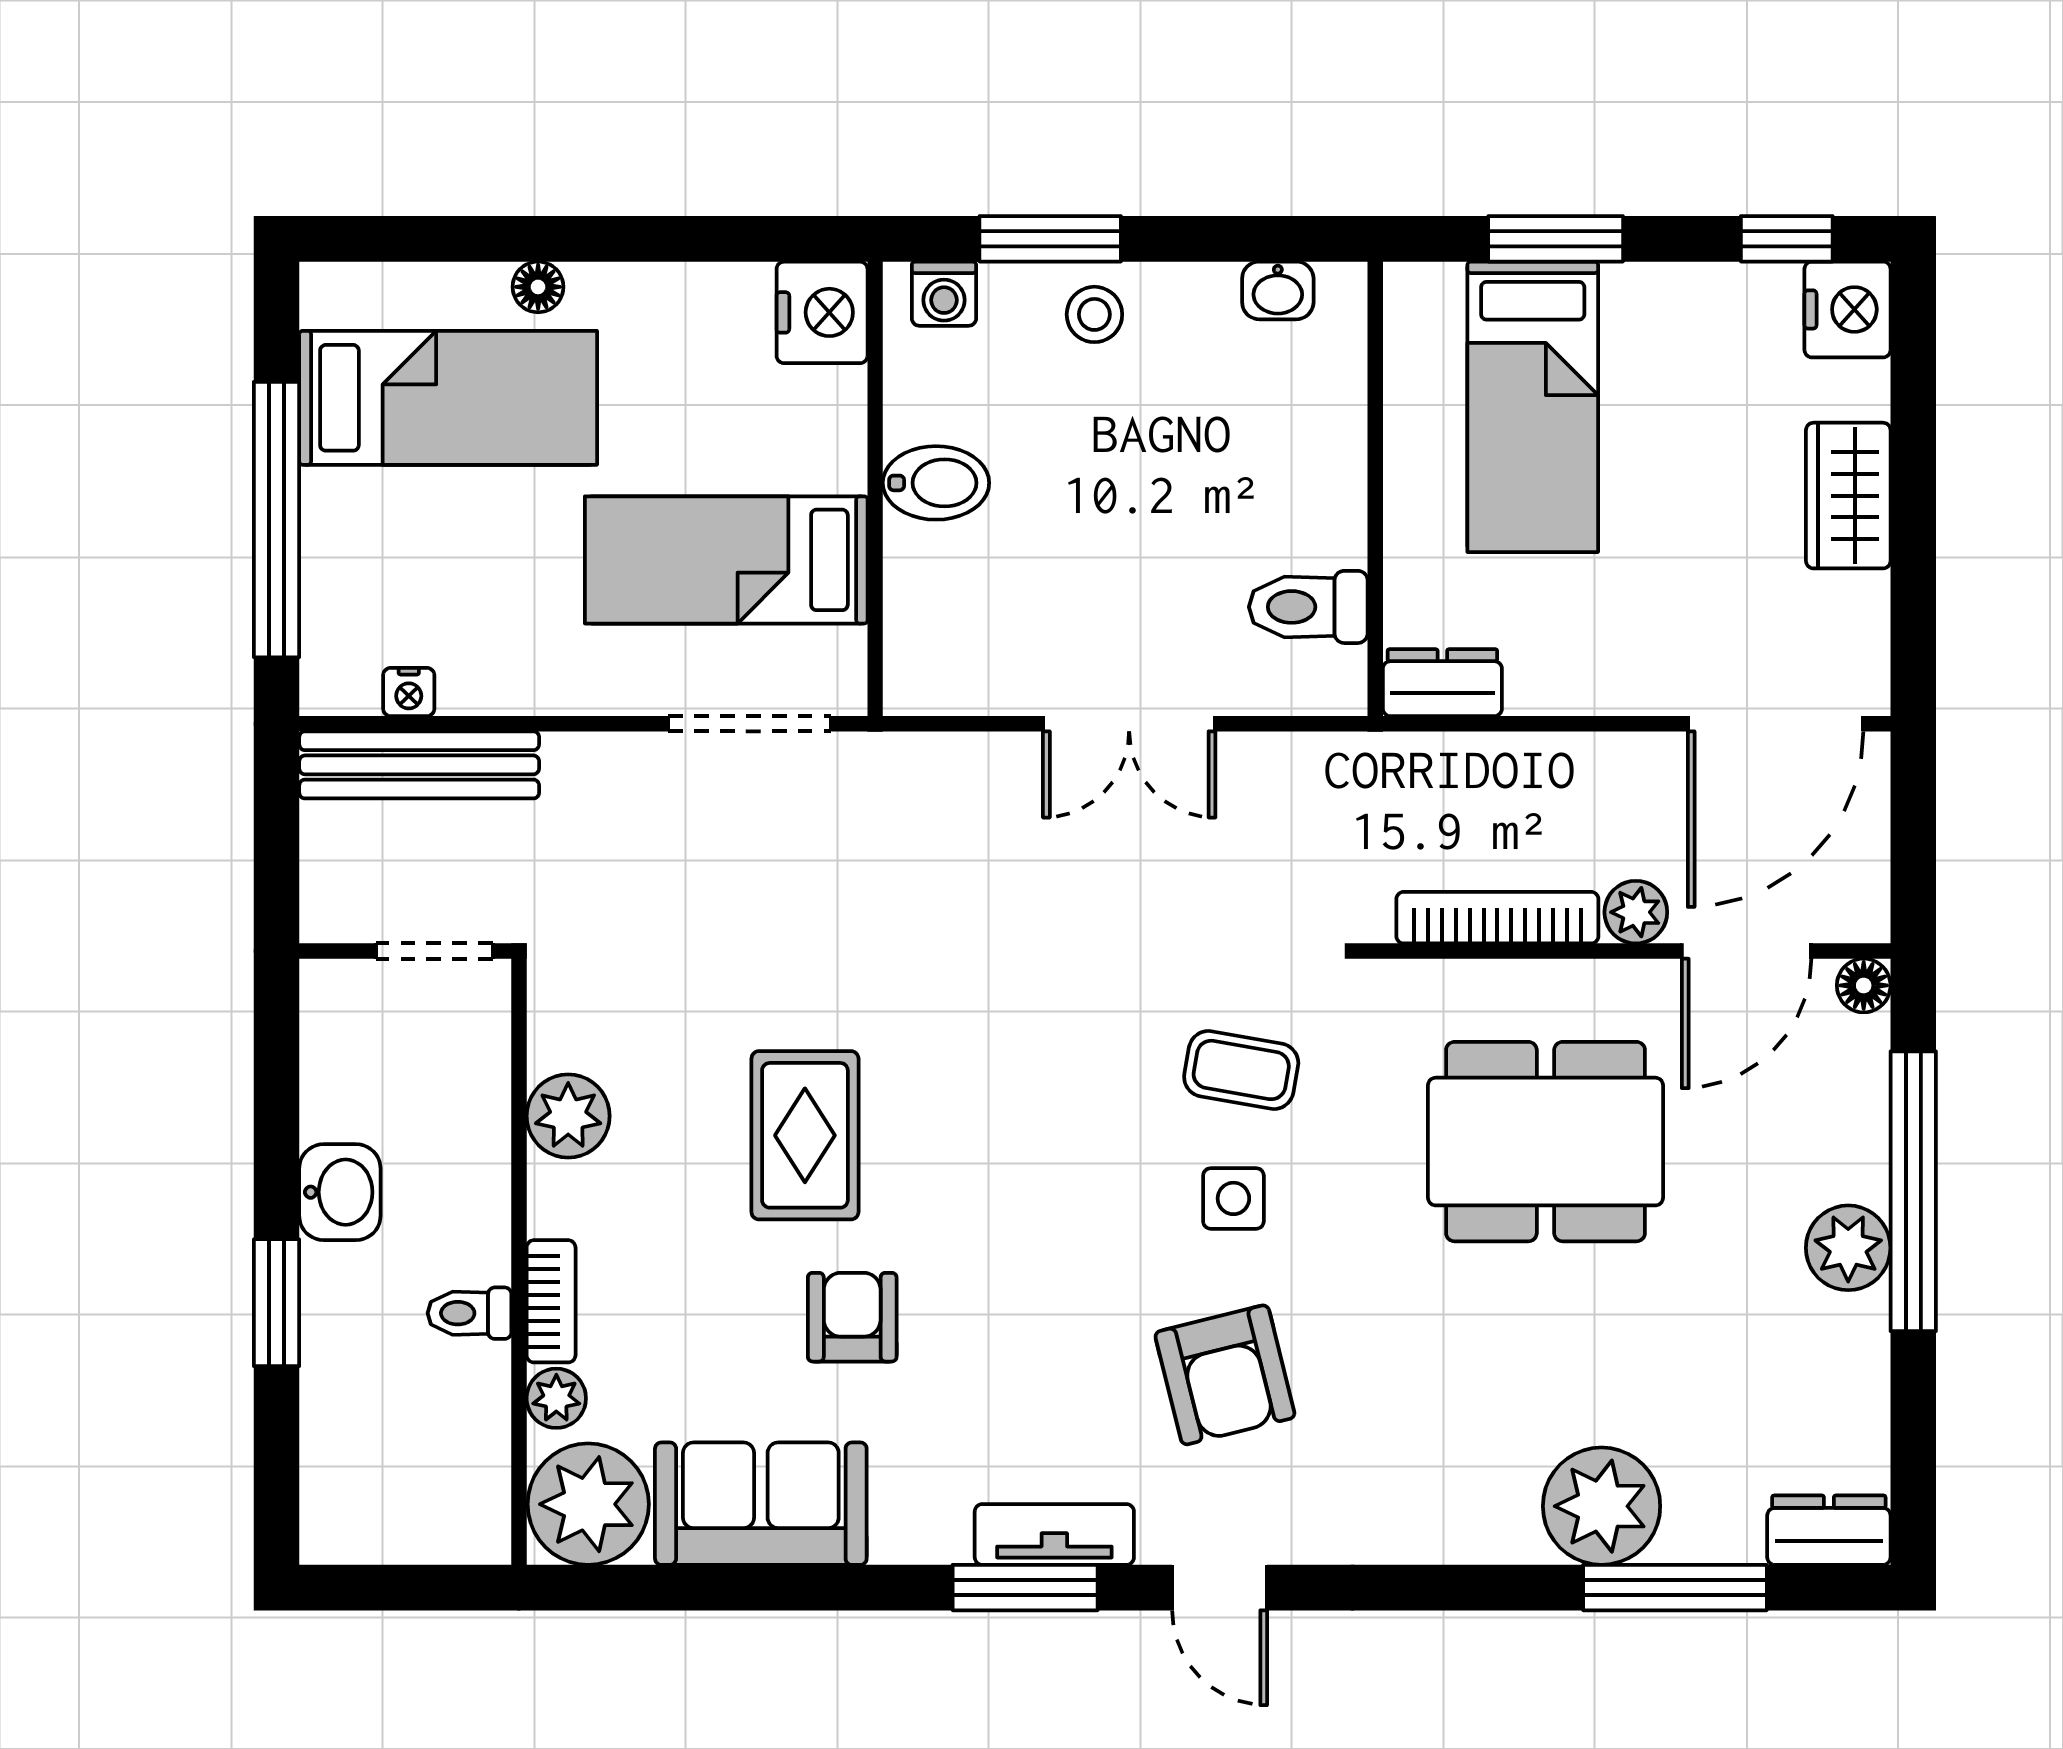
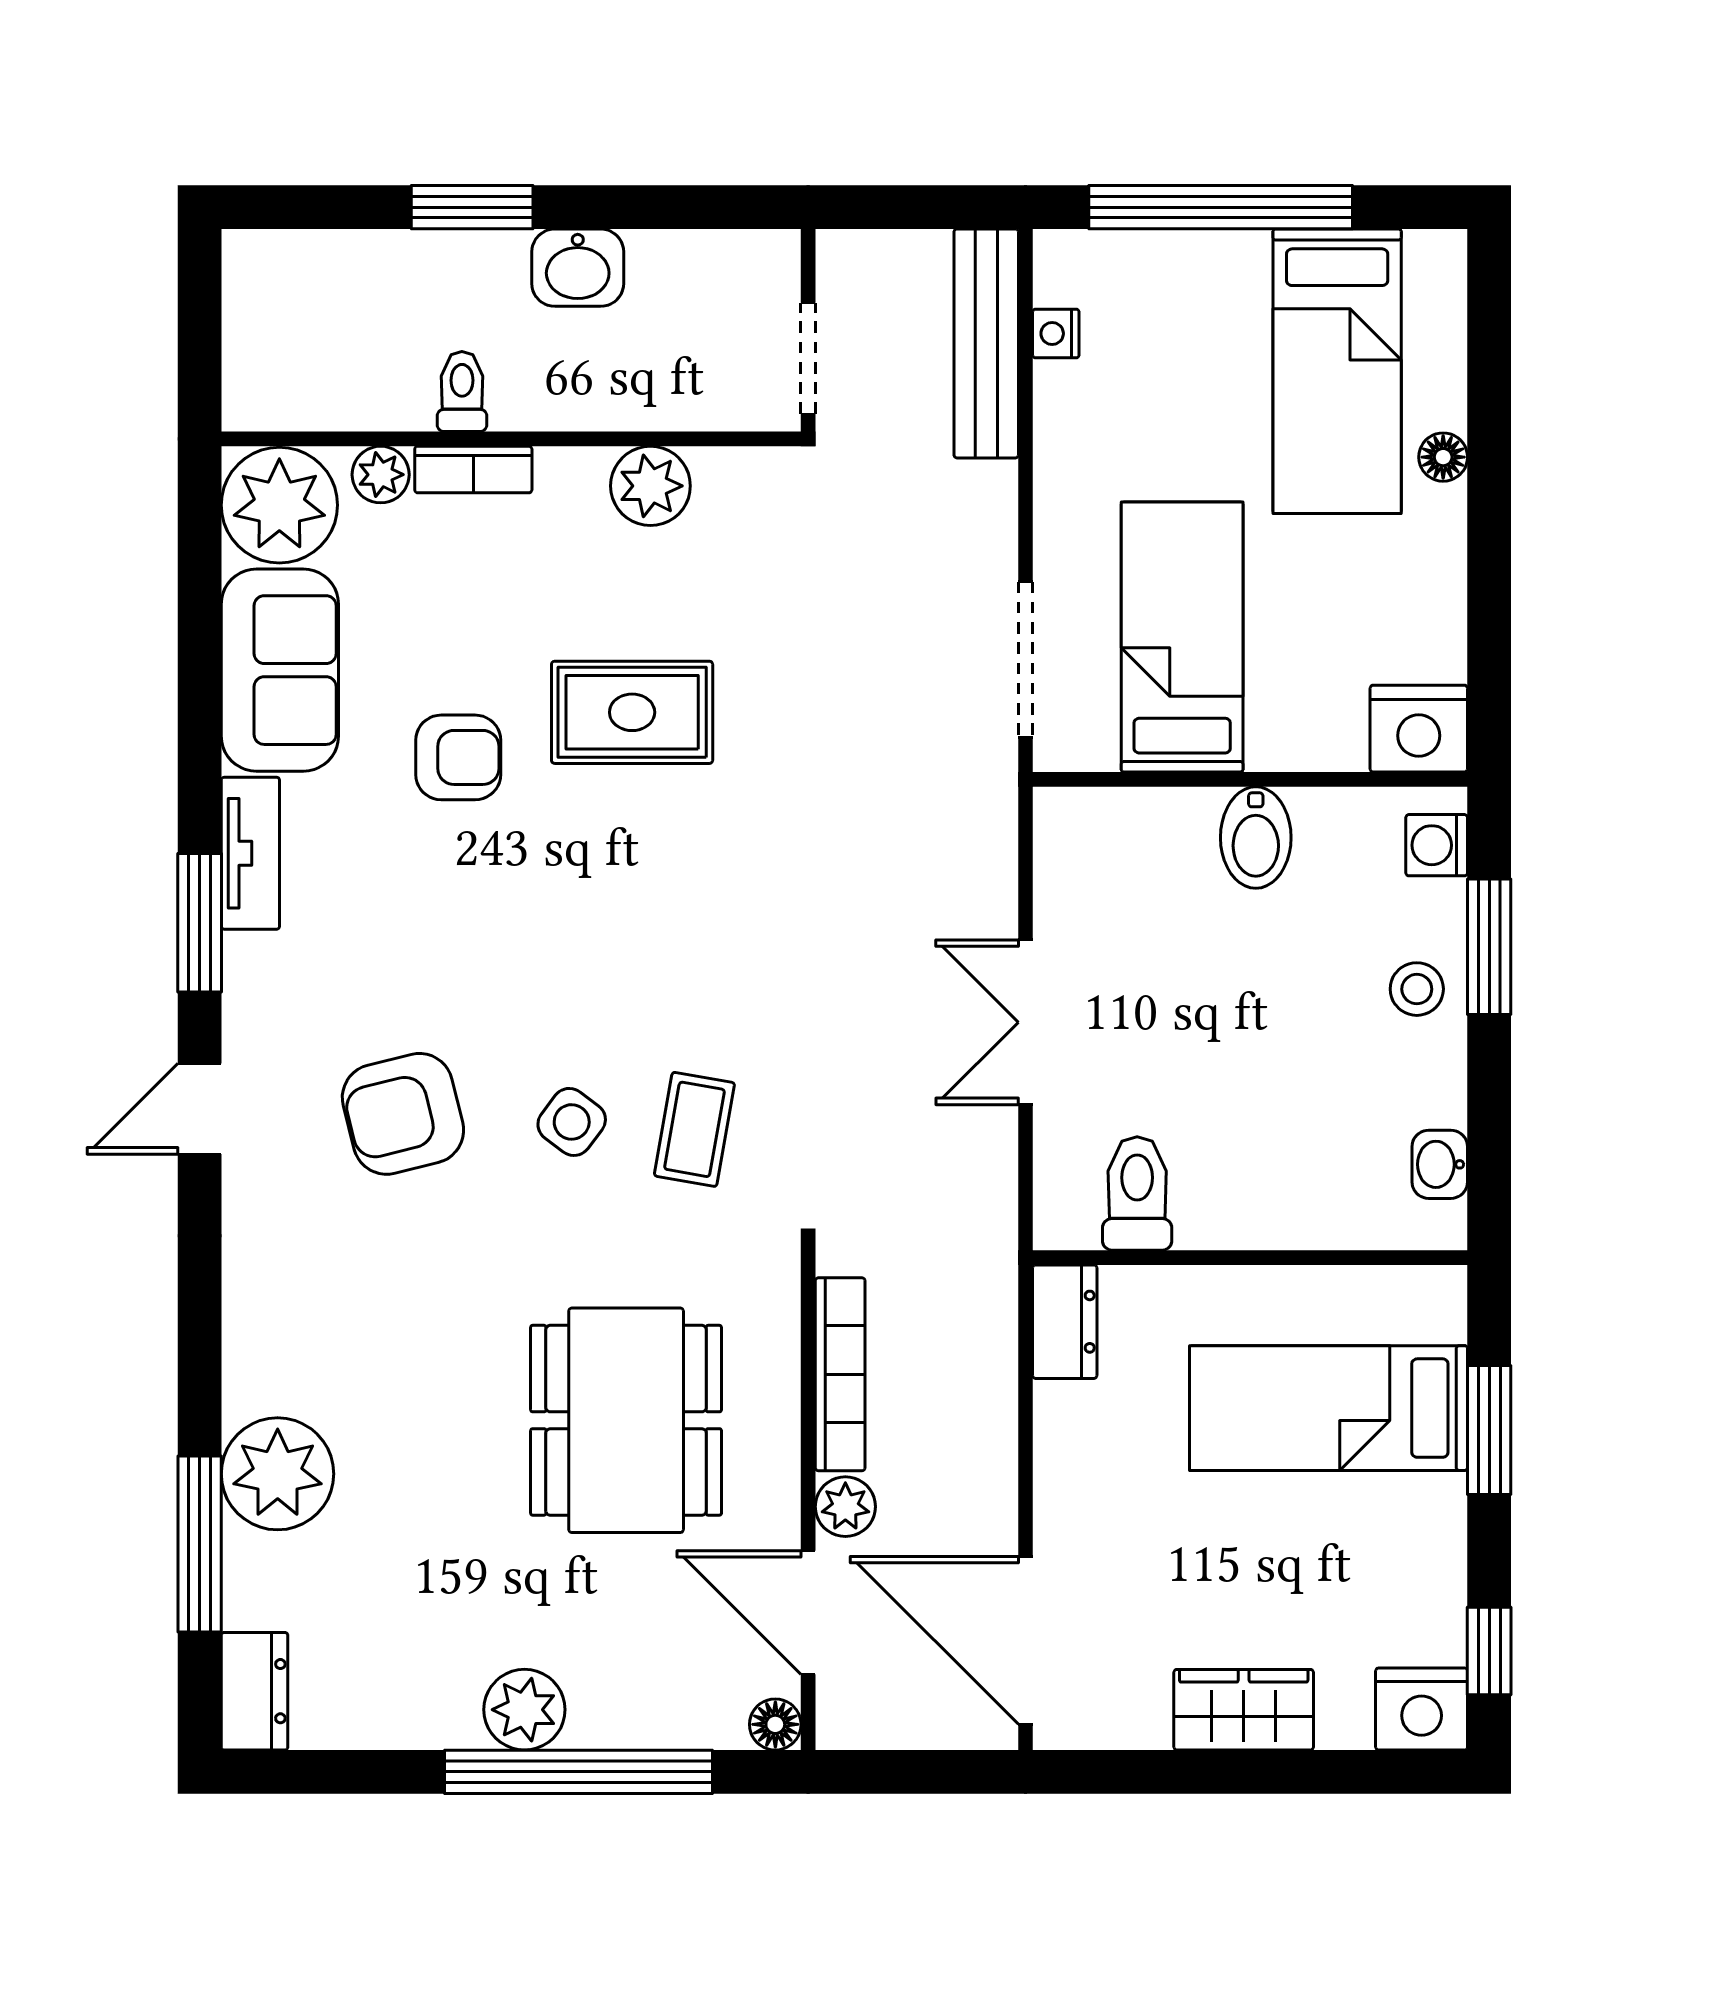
side table: (1233, 1198) -> (572, 1122), turned 37
tv unit: (1054, 1534) -> (250, 853), moved

